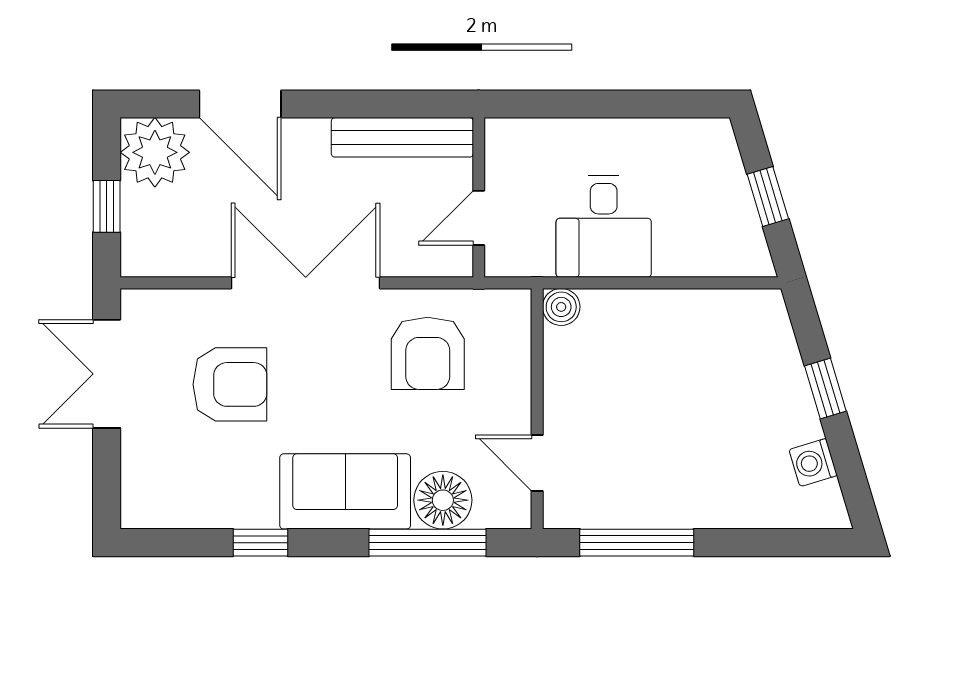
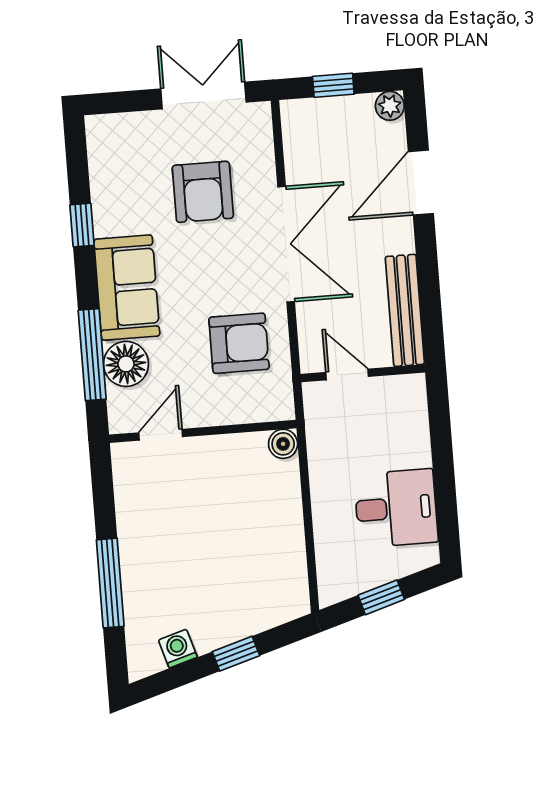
plant: (155, 152) -> (390, 106), width x0.53, depth x0.53
desk: (604, 226) -> (396, 508), moved, turned 180
armchair: (428, 353) -> (239, 343), turned 180
window: (637, 543) -> (110, 583), moved

